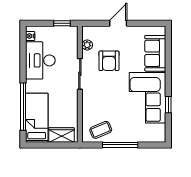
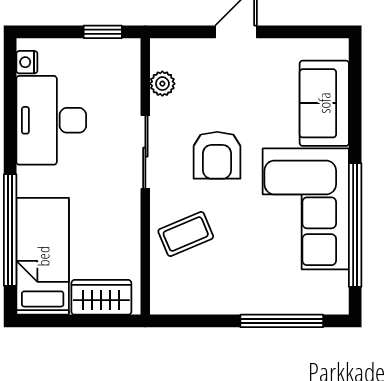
armchair: (109, 61) -> (217, 155), moved
window: (168, 105) -> (355, 225), width x3.17
coffee table: (101, 130) -> (186, 234), moved
window: (120, 145) -> (282, 321), moved

